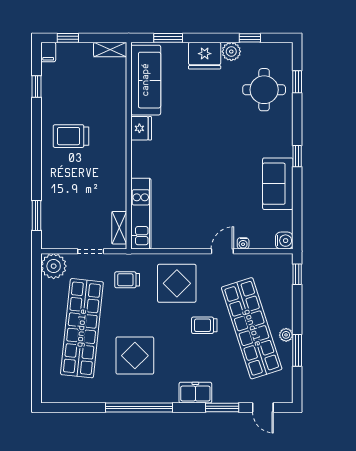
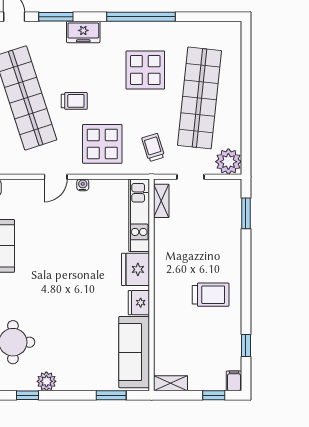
fridge: (205, 56) -> (136, 269), moved, turned -90
water cooler: (243, 243) -> (83, 185), moved
trolley: (127, 280) -> (153, 148), turned -107

